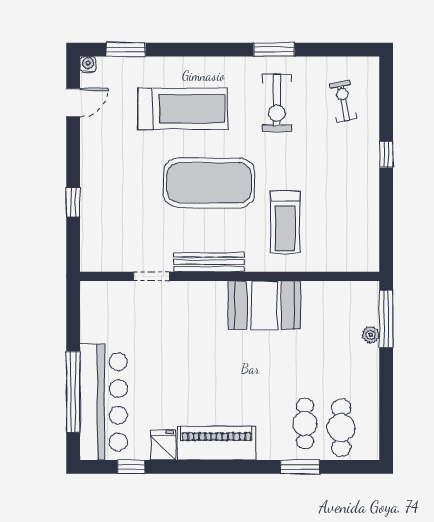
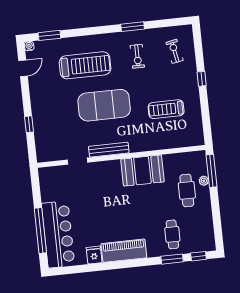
exercise bike: (277, 103) -> (137, 56), width x0.73, depth x0.72
treadmill: (285, 222) -> (166, 109), moved, turned 90
cafe table: (341, 428) -> (187, 190), moved
window: (131, 467) -> (198, 256), moved

